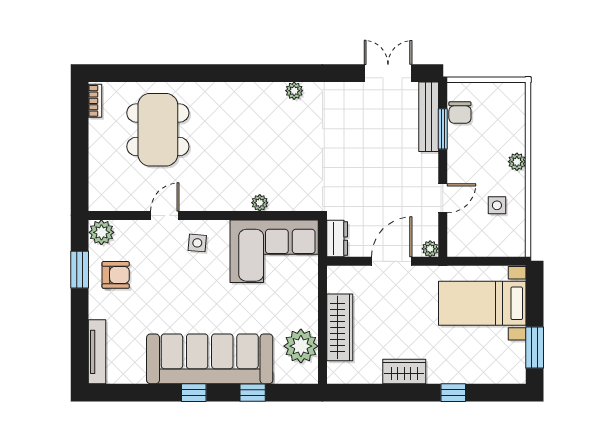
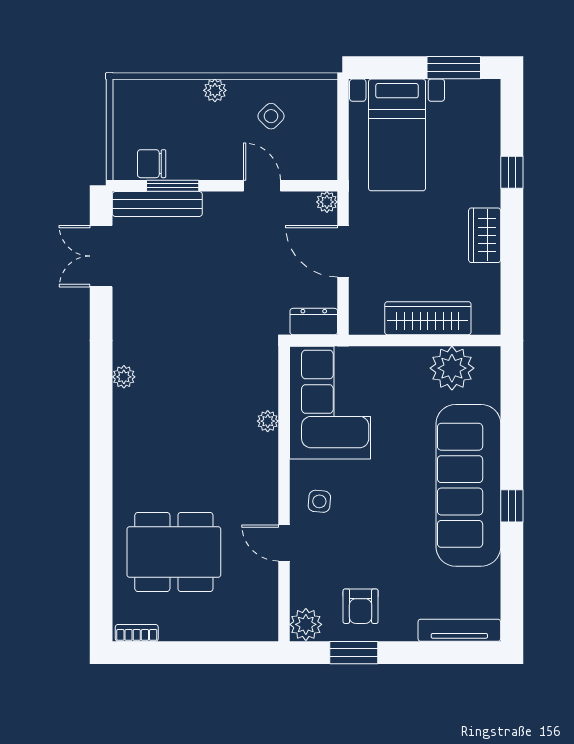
chair: (460, 112) -> (152, 164), turned 180
side table: (497, 205) -> (271, 116), turned 45
armchair: (116, 275) -> (361, 606), turned 180
window: (253, 393) -> (512, 430), removed

